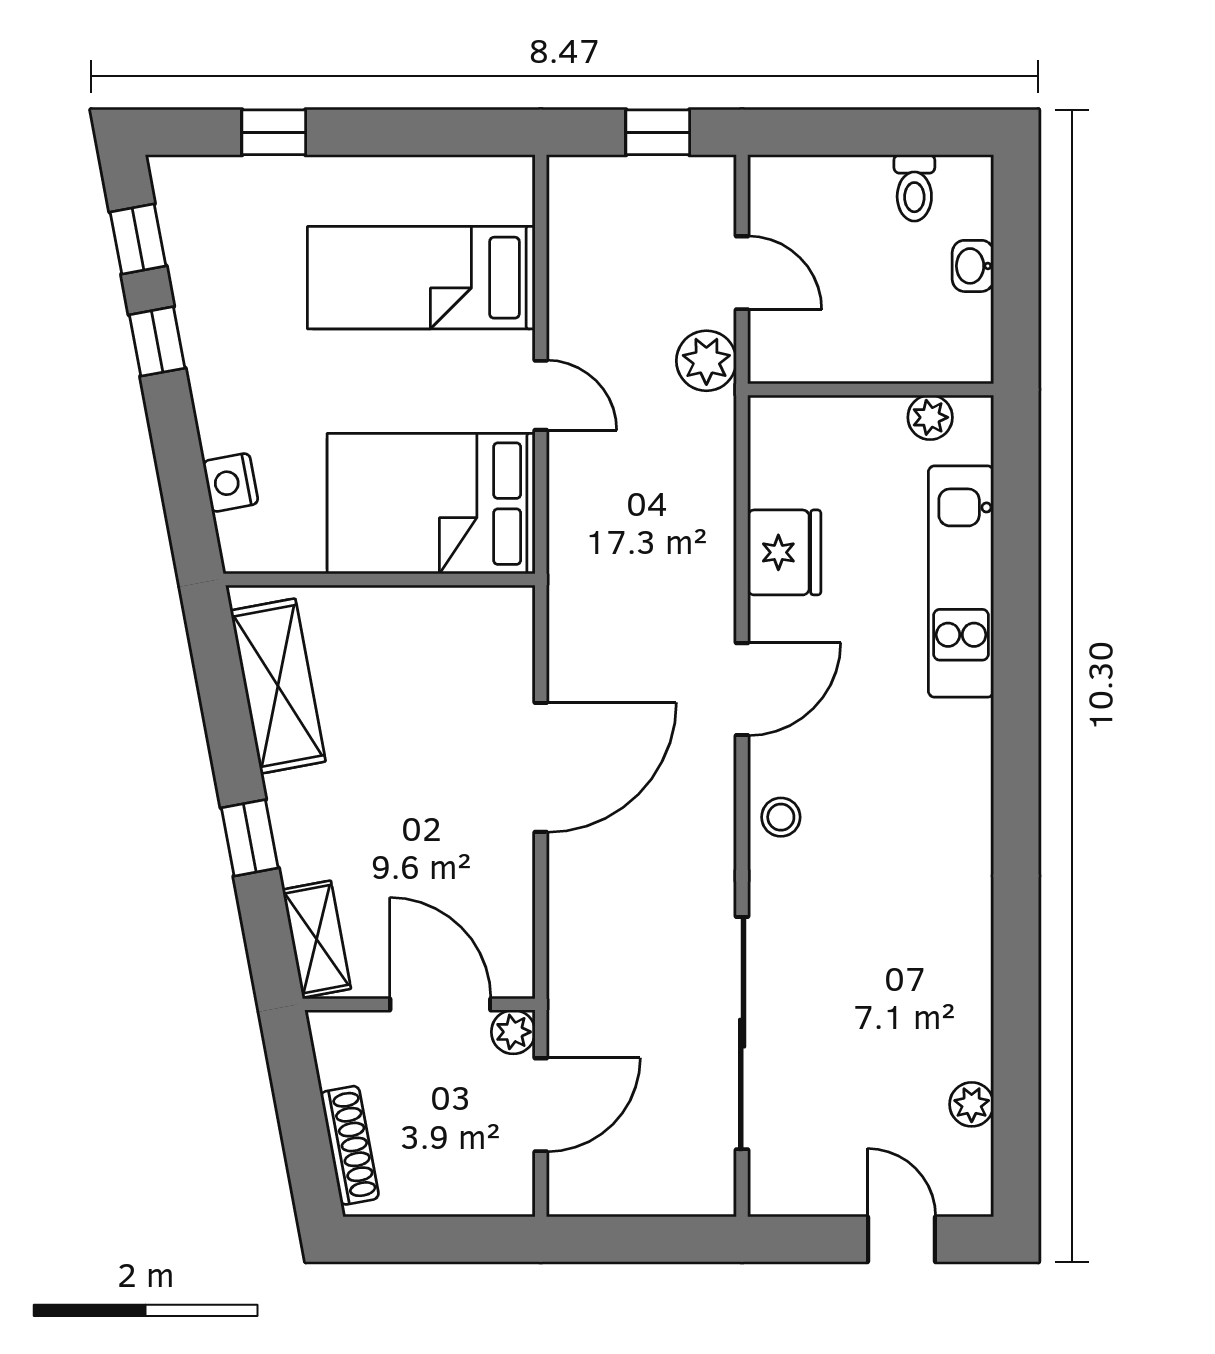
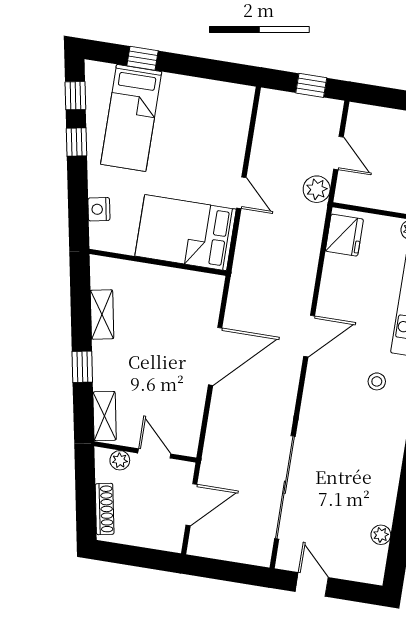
bed: (421, 278) -> (131, 118), moved, turned -90
fridge: (784, 552) -> (344, 235), moved
shelving: (278, 686) -> (102, 314), width x0.67, depth x0.75
stool: (781, 817) -> (377, 381), moved
door: (440, 1004) -> (154, 453), width x0.73
plant: (513, 1032) -> (120, 460), moved
door: (902, 1239) -> (312, 584), moved

